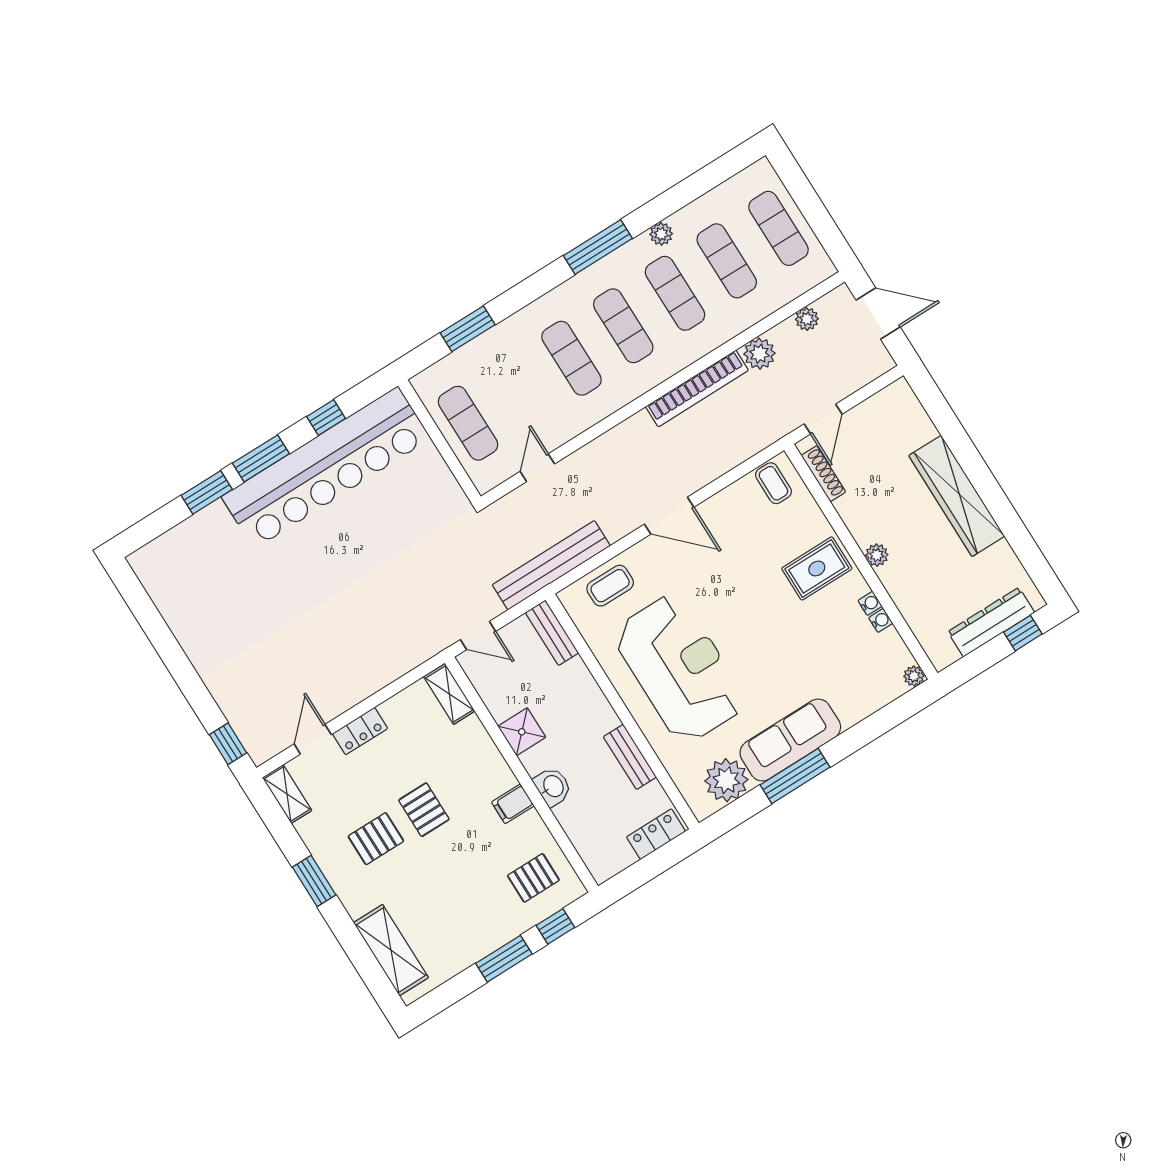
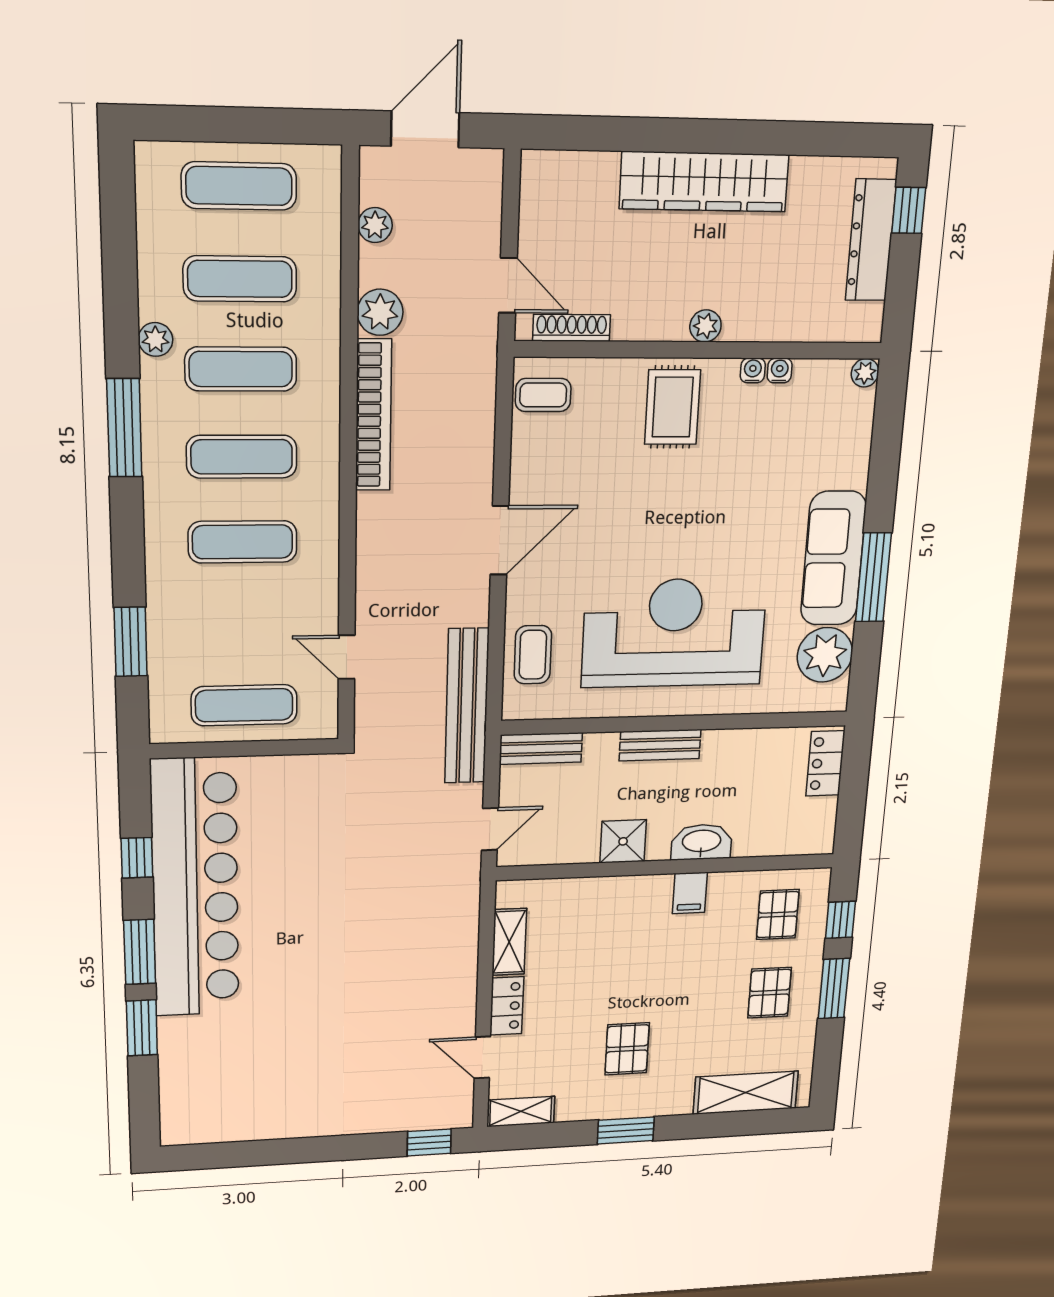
shelving: (449, 694) -> (509, 942), moved, turned 90
bench: (630, 757) -> (660, 745), moved
washbasin: (553, 787) -> (702, 842), width x1.38
pallet: (424, 810) -> (770, 993), moved, turned 90

